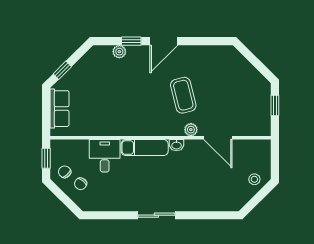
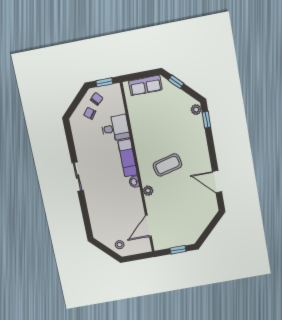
window: (131, 41) -> (206, 120), moved
door: (164, 41) -> (217, 182), moved
plant: (119, 52) -> (196, 110), moved
coffee table: (183, 95) -> (167, 165), moved
door: (218, 138) -> (148, 226), moved

